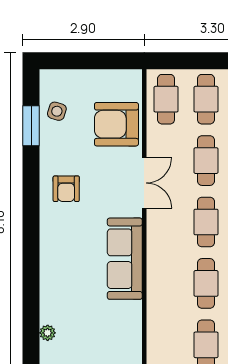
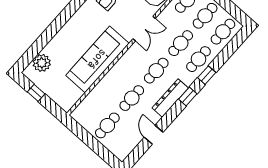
sofa: (125, 259) -> (97, 59), width x1.36, depth x1.27
plant: (48, 333) -> (42, 63), width x1.87, depth x1.87

